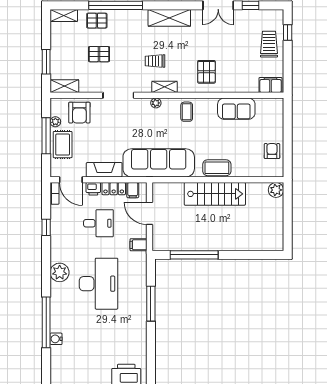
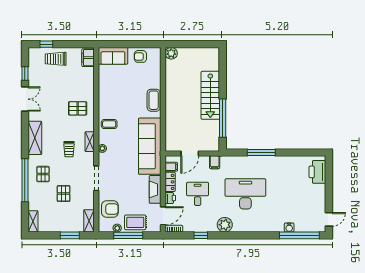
pallet: (97, 21) -> (43, 174), moved
sofa: (236, 109) -> (113, 56), moved, turned 90
stairs: (215, 194) -> (210, 95), moved, turned 180
plant: (60, 272) -> (225, 225), moved
window: (46, 322) -> (299, 235), moved

